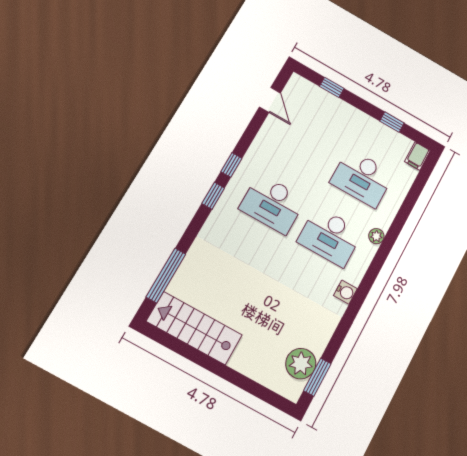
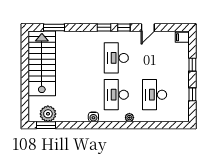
window: (332, 87) -> (192, 65), moved
door: (270, 100) -> (148, 27), moved
filing cabinet: (417, 156) -> (182, 37), moved
window: (166, 275) -> (54, 27), width x0.69
stairs: (194, 328) -> (42, 63), width x1.36, depth x1.51

